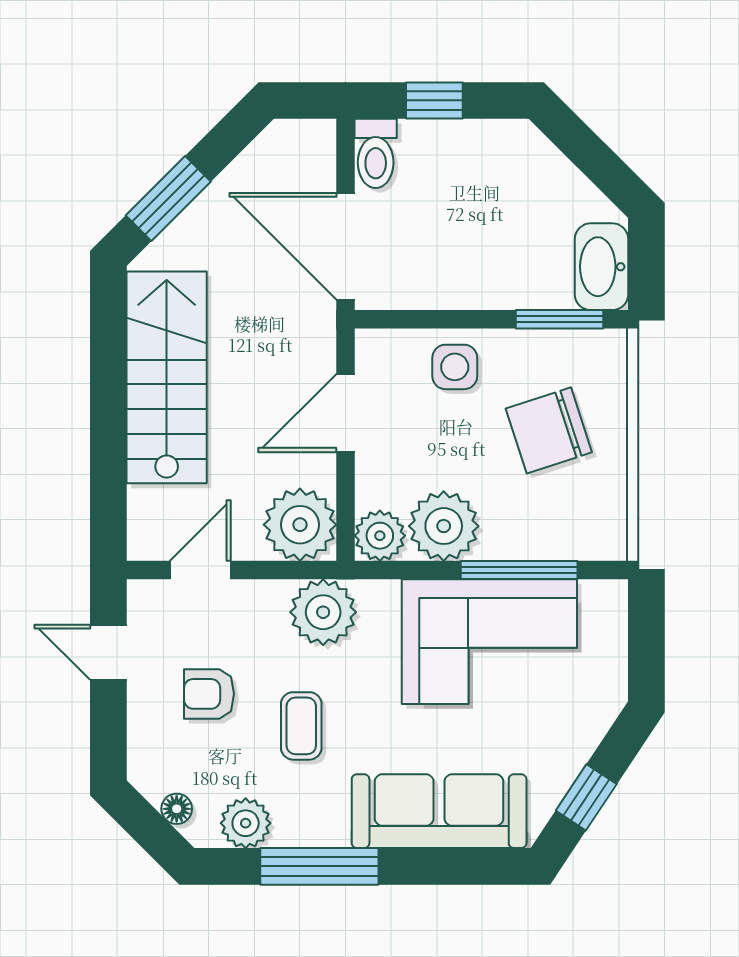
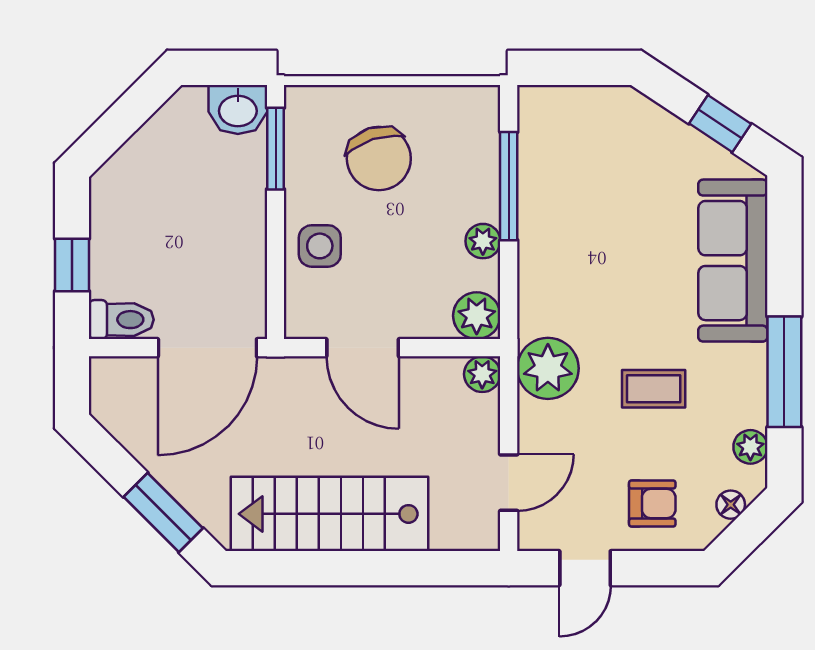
washbasin: (601, 267) -> (238, 109), width x0.72
plant: (300, 525) -> (482, 374), width x0.53, depth x0.53
plant: (444, 526) -> (483, 241), width x0.53, depth x0.53
door: (200, 570) -> (509, 483), swing flipped
corner sofa: (489, 642) -> (575, 214), removed
armchair: (209, 694) -> (652, 504), moved, turned -90
plant: (246, 823) -> (750, 447), width x0.73, depth x0.73

